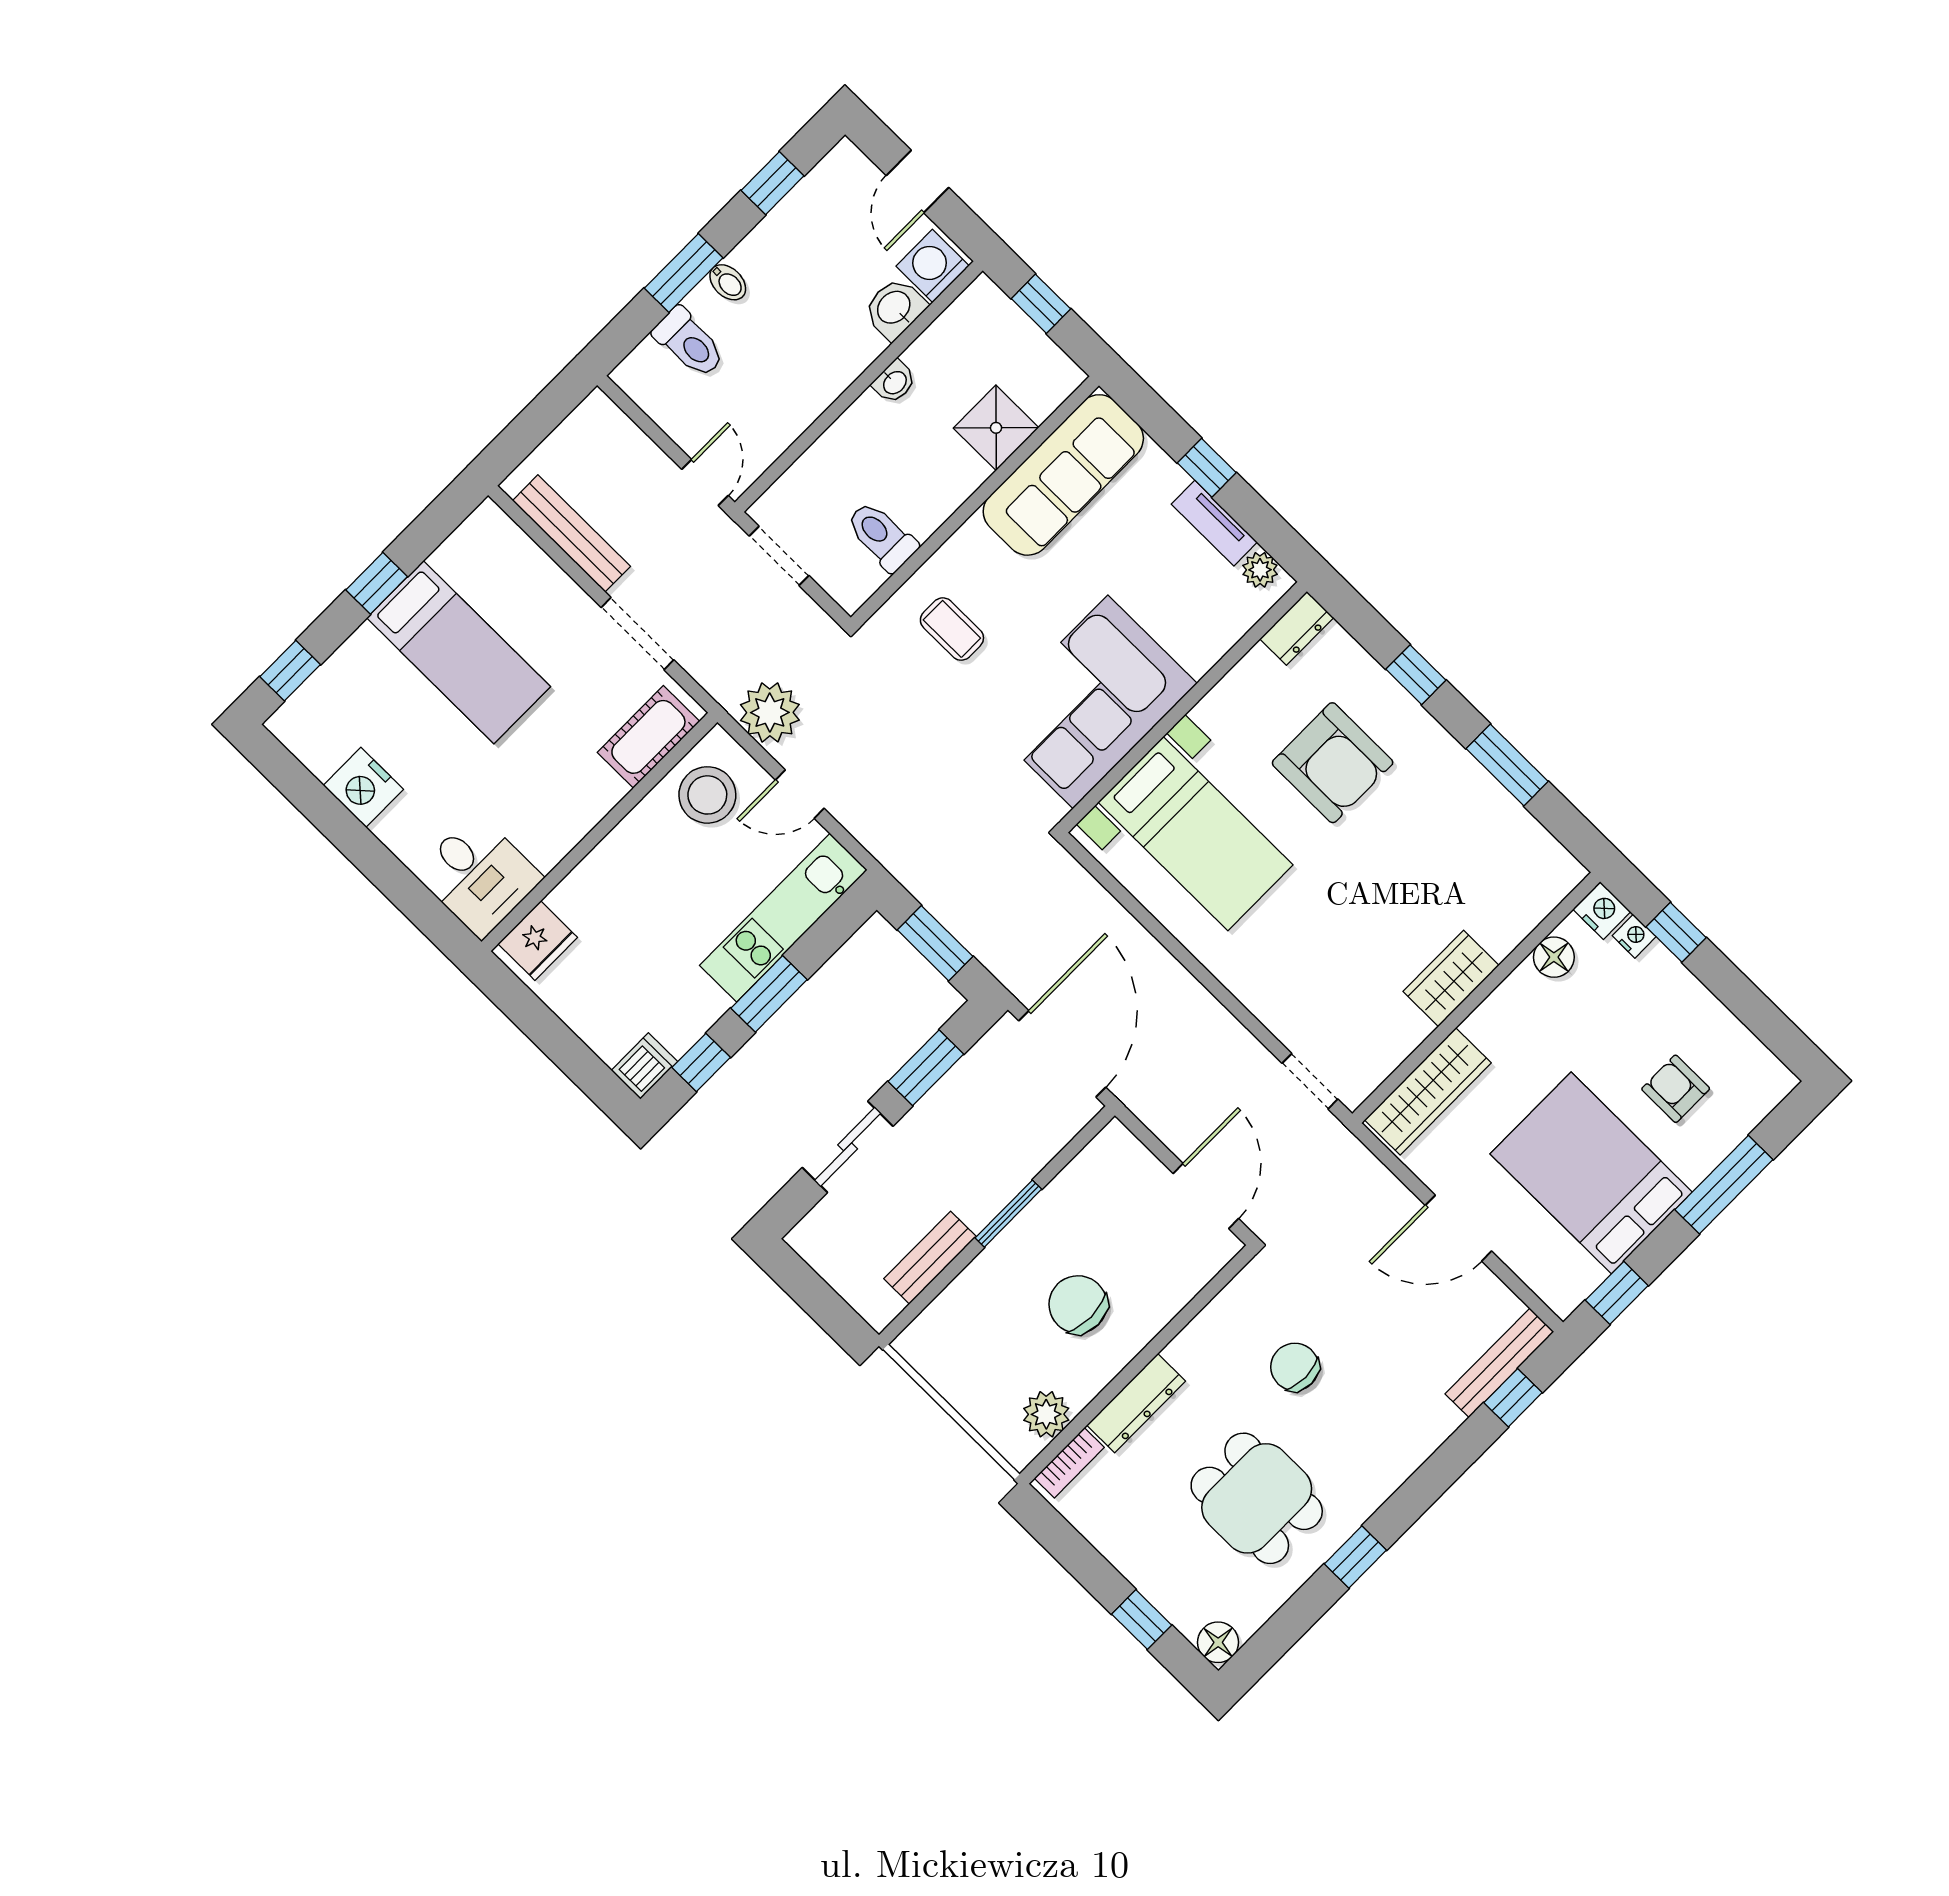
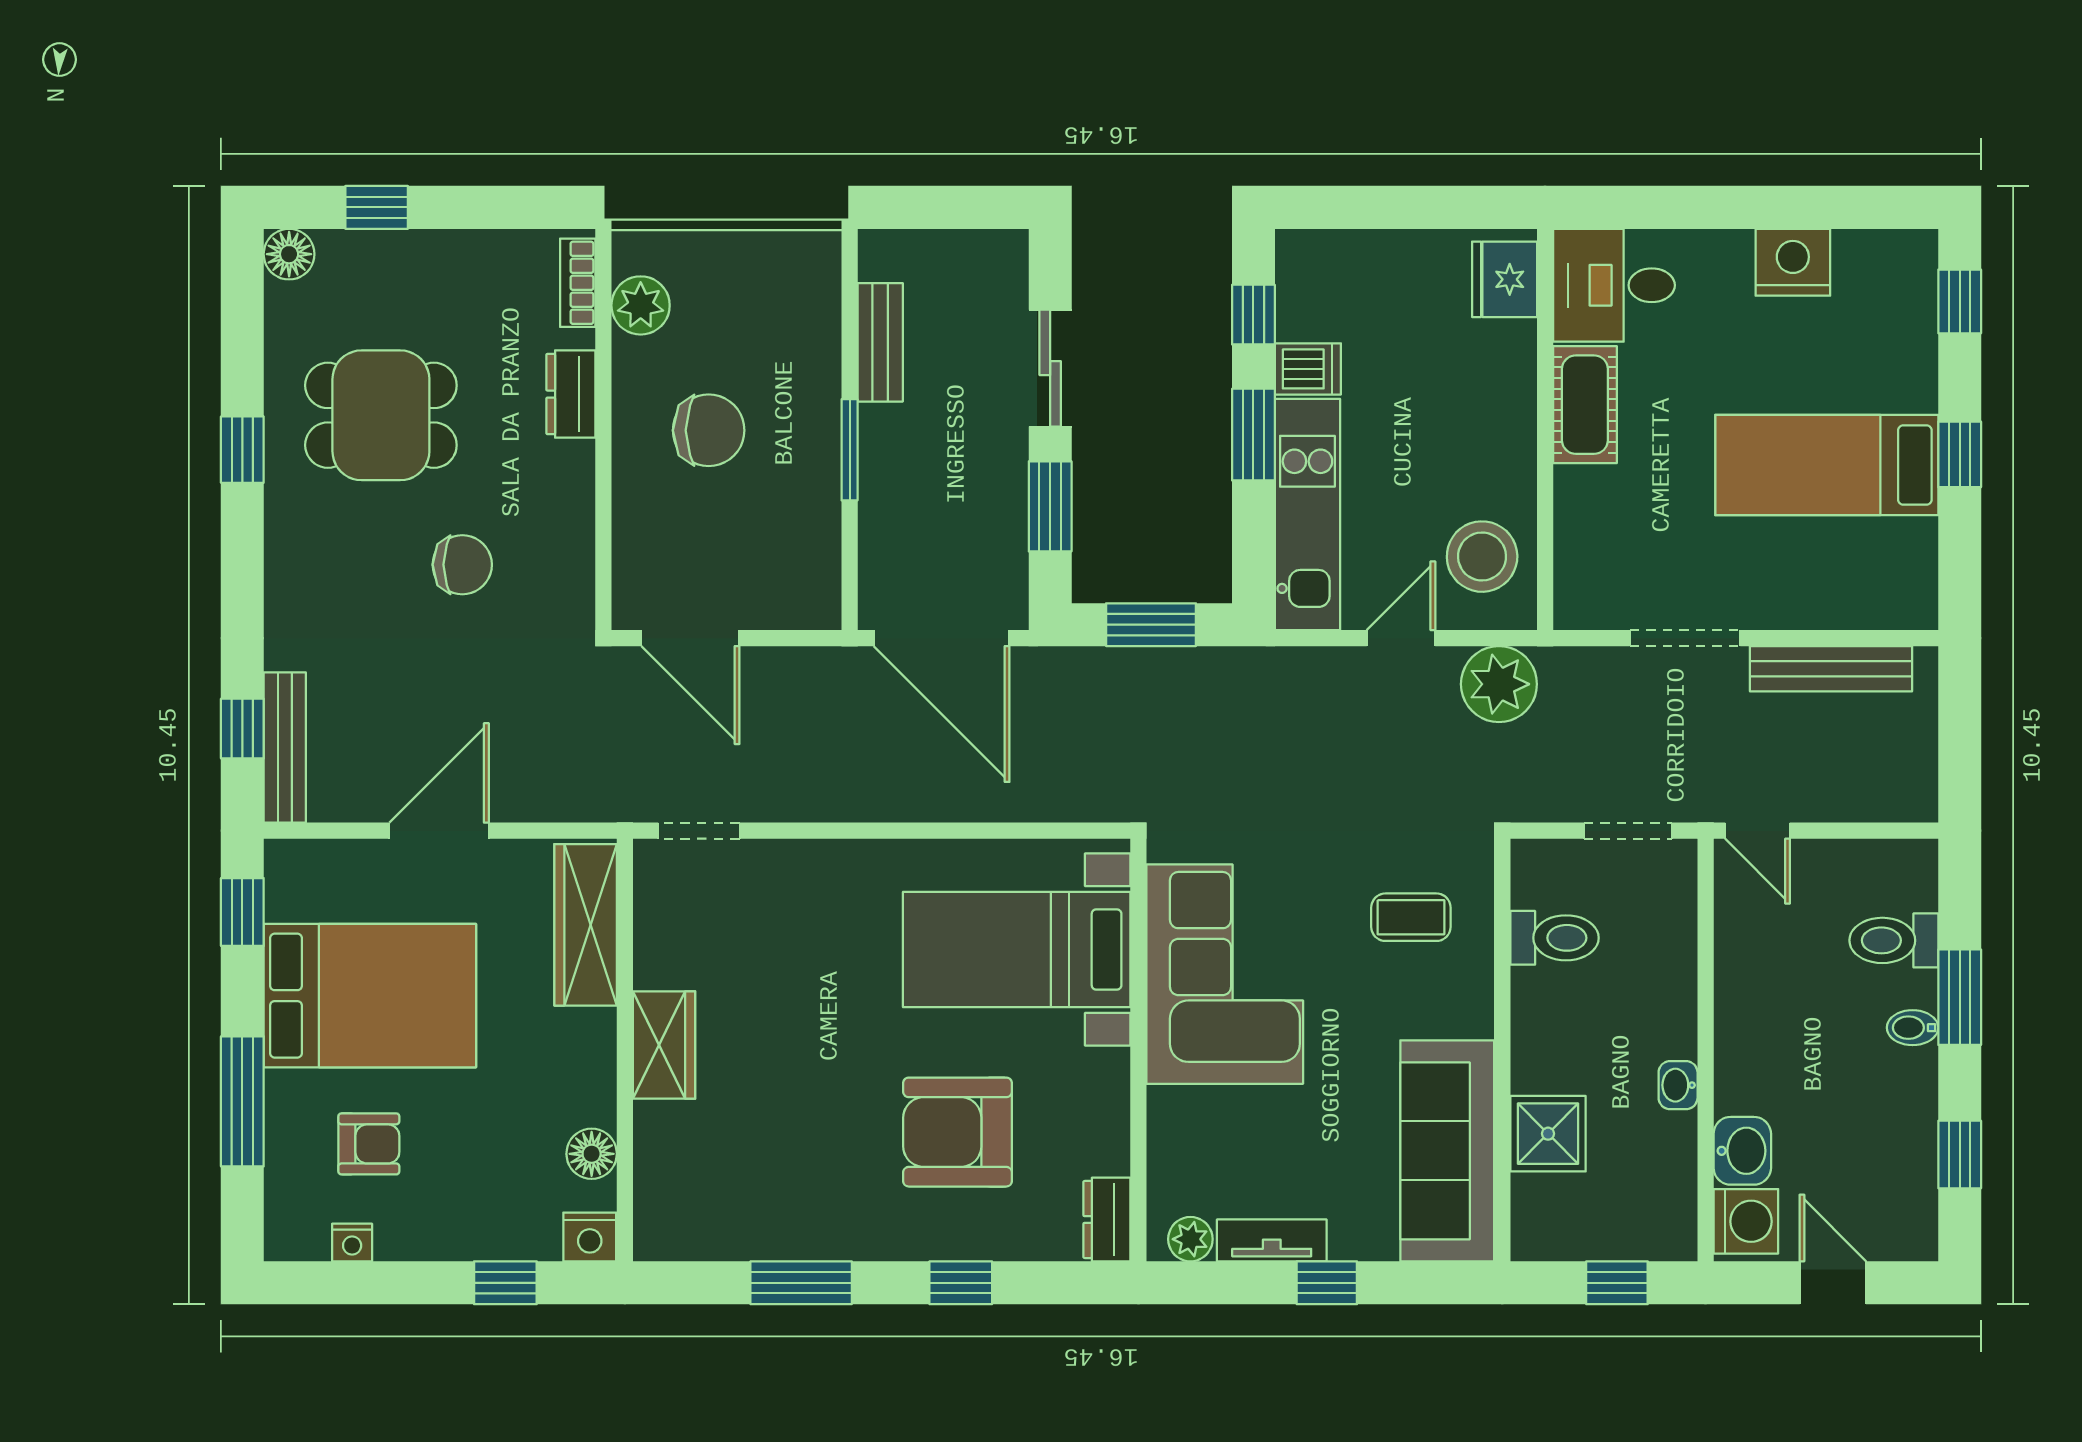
cot: (648, 737) -> (1585, 405), moved
nightstand: (1634, 936) -> (352, 1242), moved
dishwasher: (644, 1066) -> (1308, 369), moved, turned -90
dresser: (1136, 1403) -> (571, 394), width x0.70

